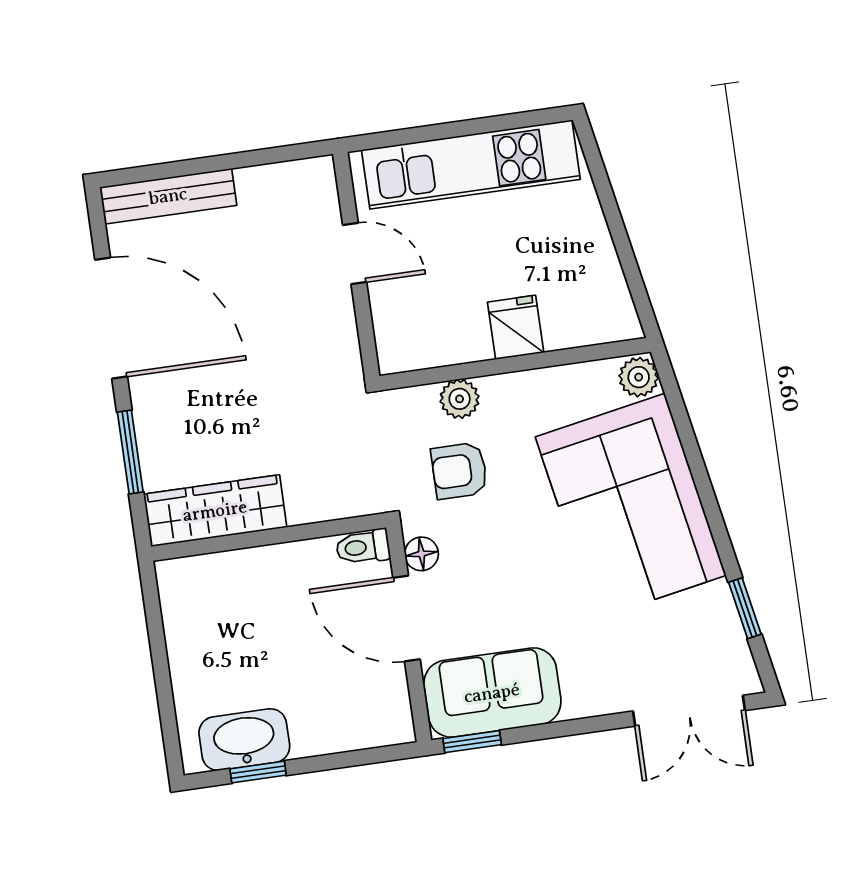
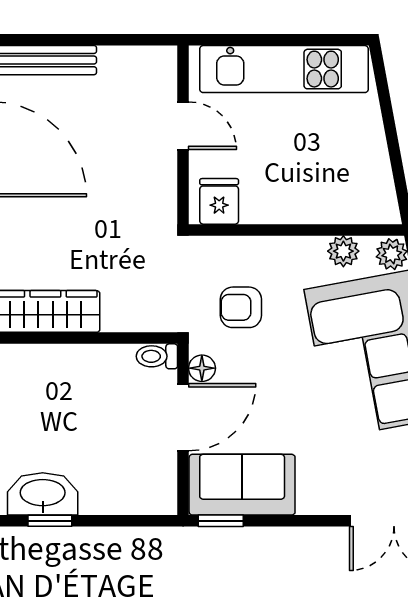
fridge: (516, 327) -> (219, 201), moved
plant: (460, 399) -> (343, 251), moved
door: (406, 619) -> (183, 417), swing flipped

